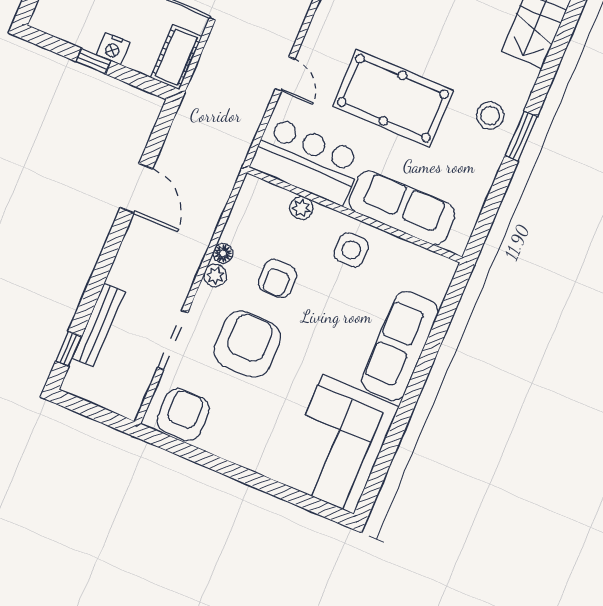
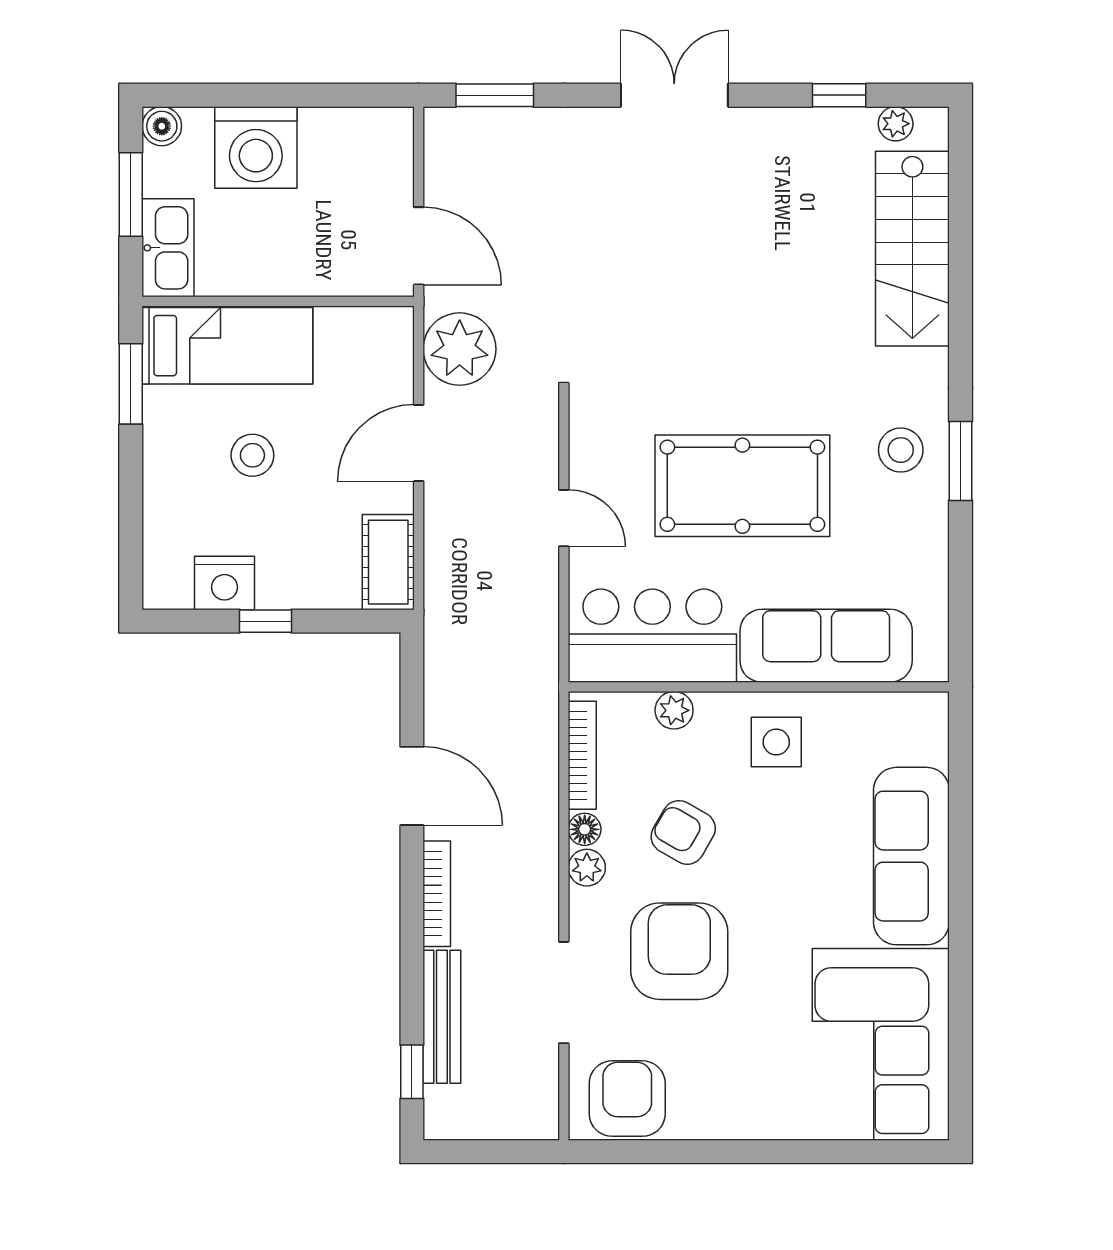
nightstand: (113, 49) -> (225, 583), moved, width x1.36, depth x1.33
bookcase: (239, 211) -> (582, 755), added
bookcase: (125, 255) -> (437, 894), added
armchair: (278, 279) -> (683, 832), turned 120

